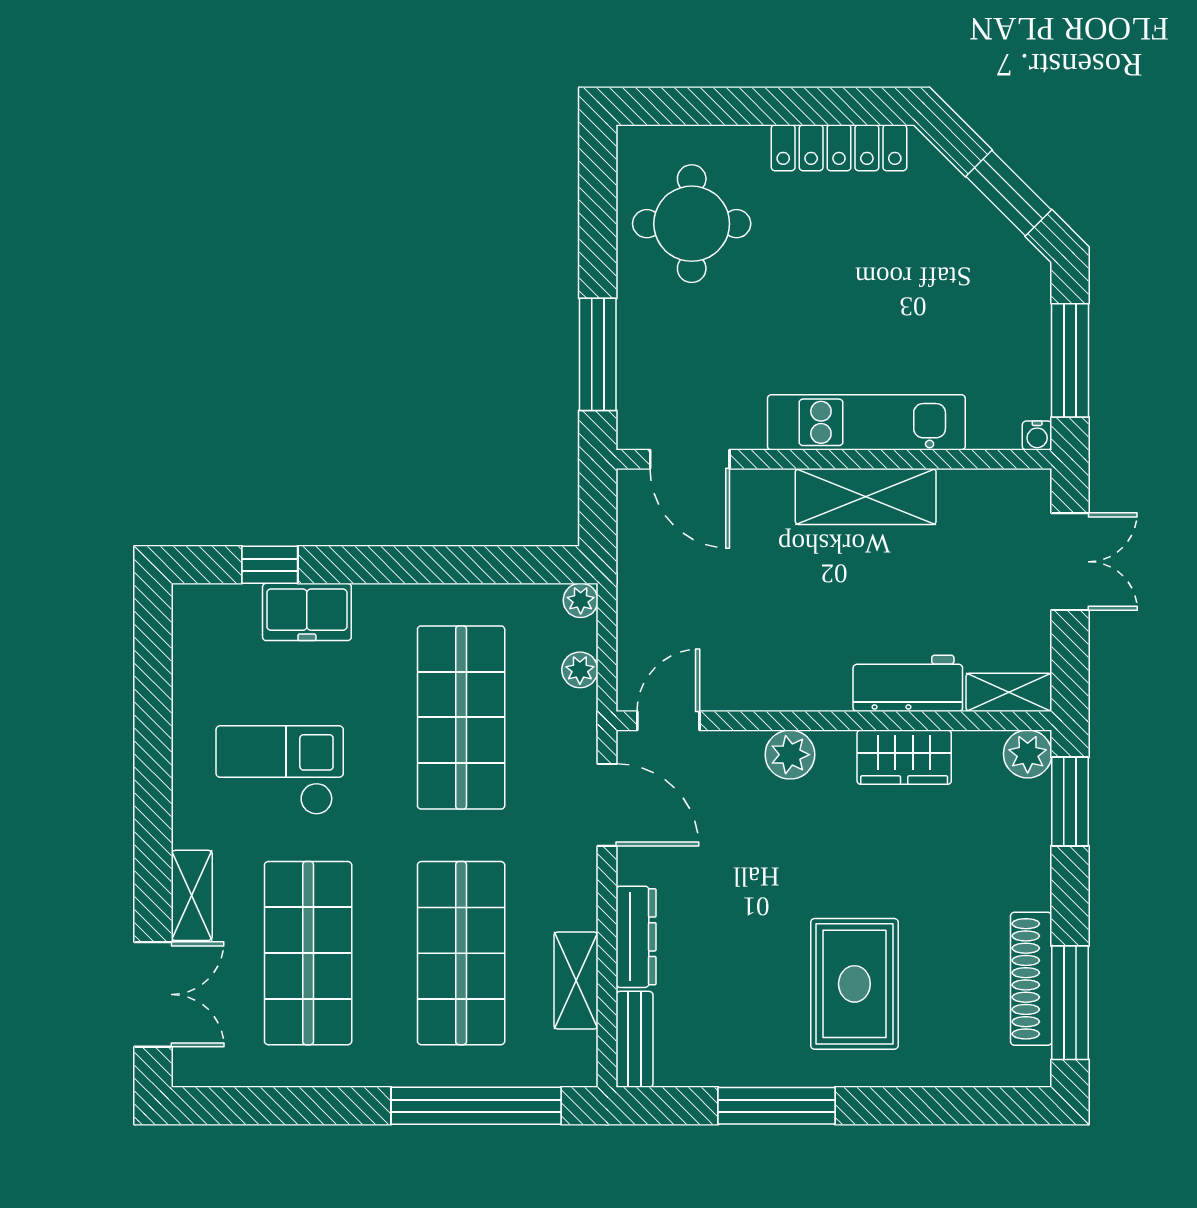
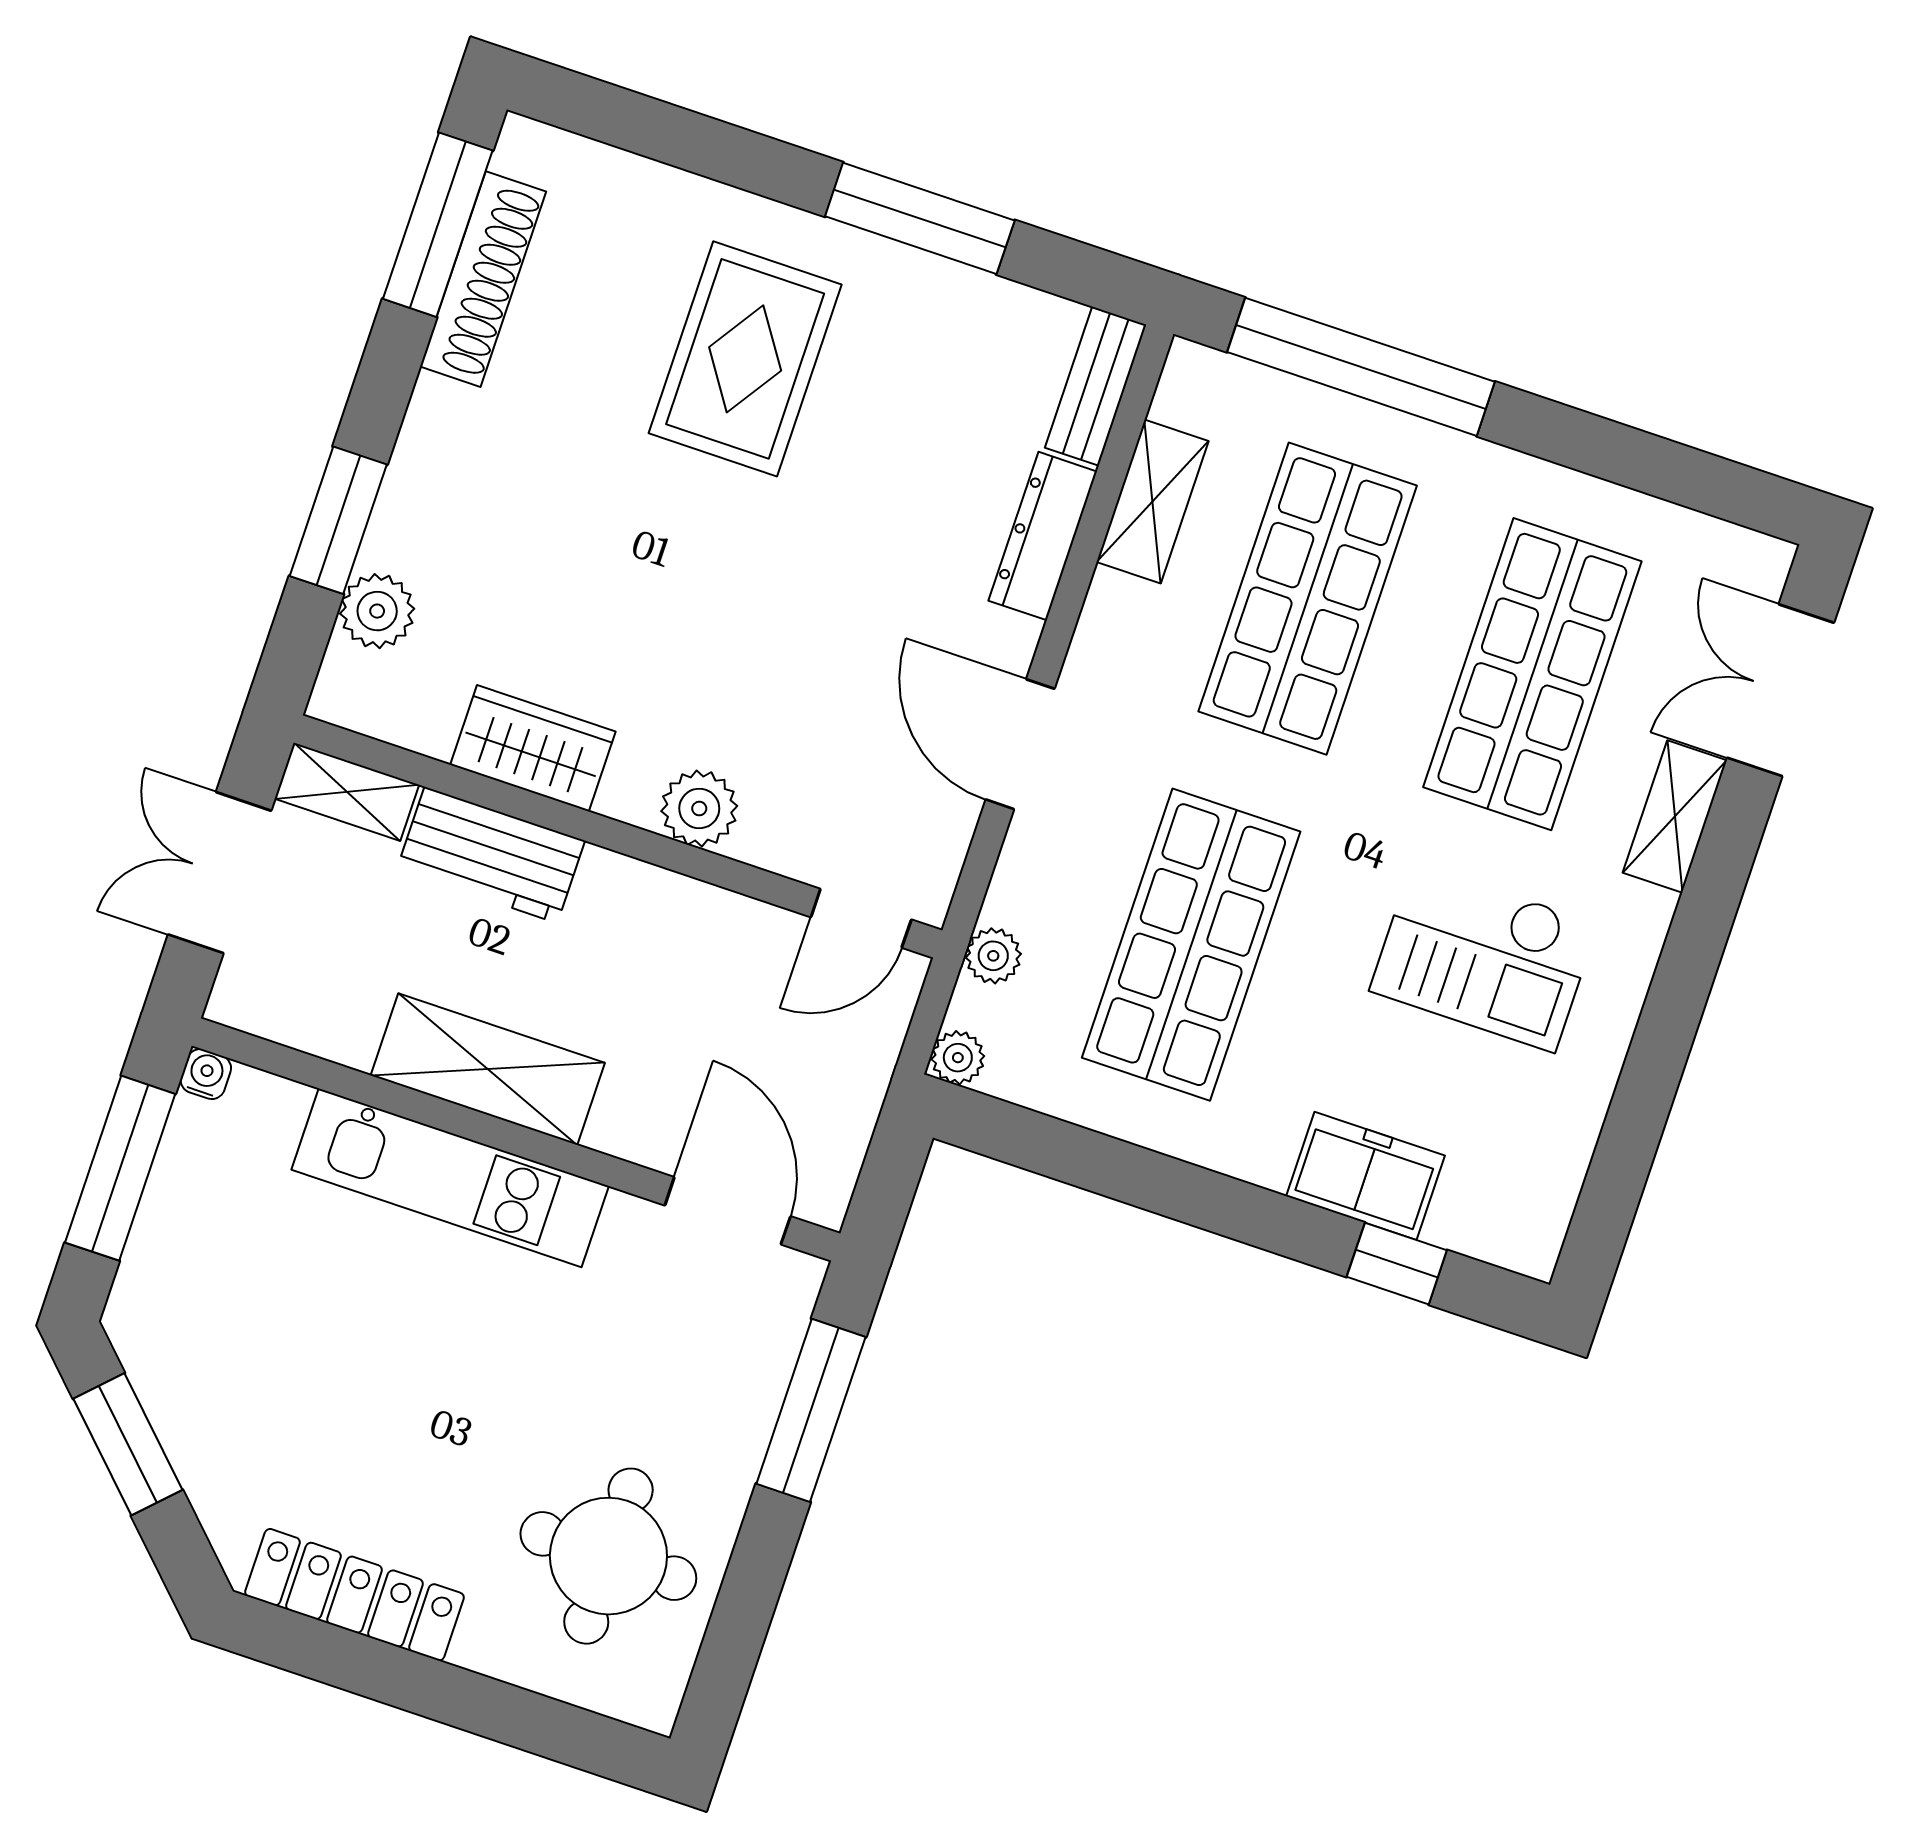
workbench: (908, 683) -> (491, 855), moved
shelving: (1009, 692) -> (347, 792), moved
door: (668, 721) -> (861, 918), moved
wall: (834, 721) -> (618, 836), moved
plant: (790, 755) -> (699, 808), moved
wardrobe: (904, 757) -> (533, 748), moved

